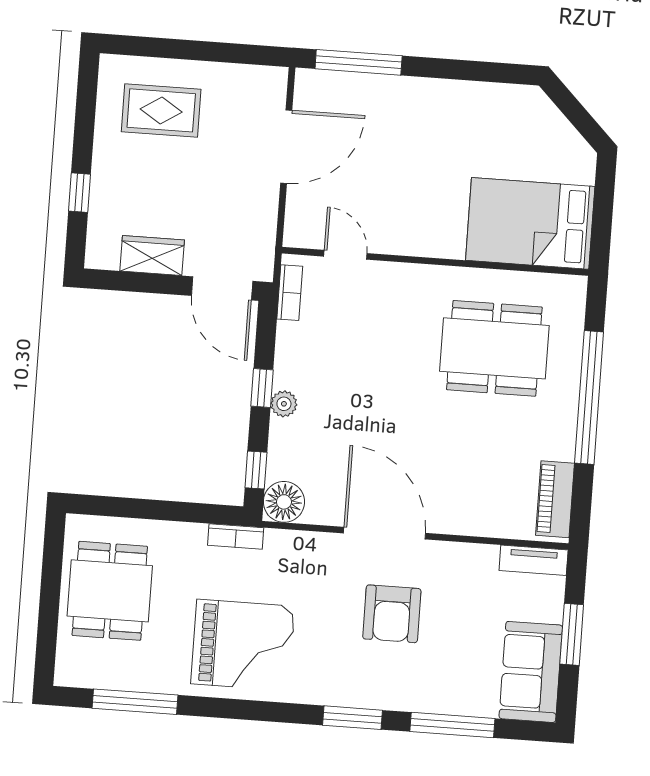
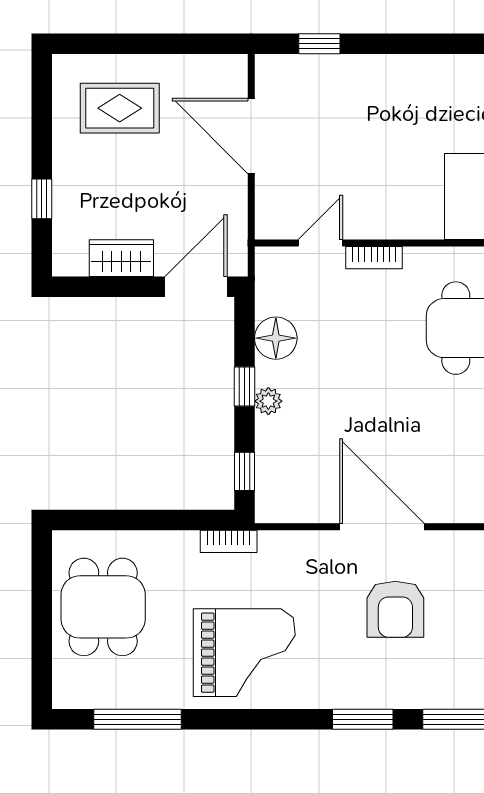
window: (359, 62) -> (319, 44), width x0.46
door: (286, 147) -> (251, 136), swing flipped
door: (345, 255) -> (320, 243), hinge flipped
door: (222, 288) -> (196, 287), swing flipped
bookcase: (290, 293) -> (374, 258), moved, turned 90
floor lamp: (284, 502) -> (276, 338), moved

